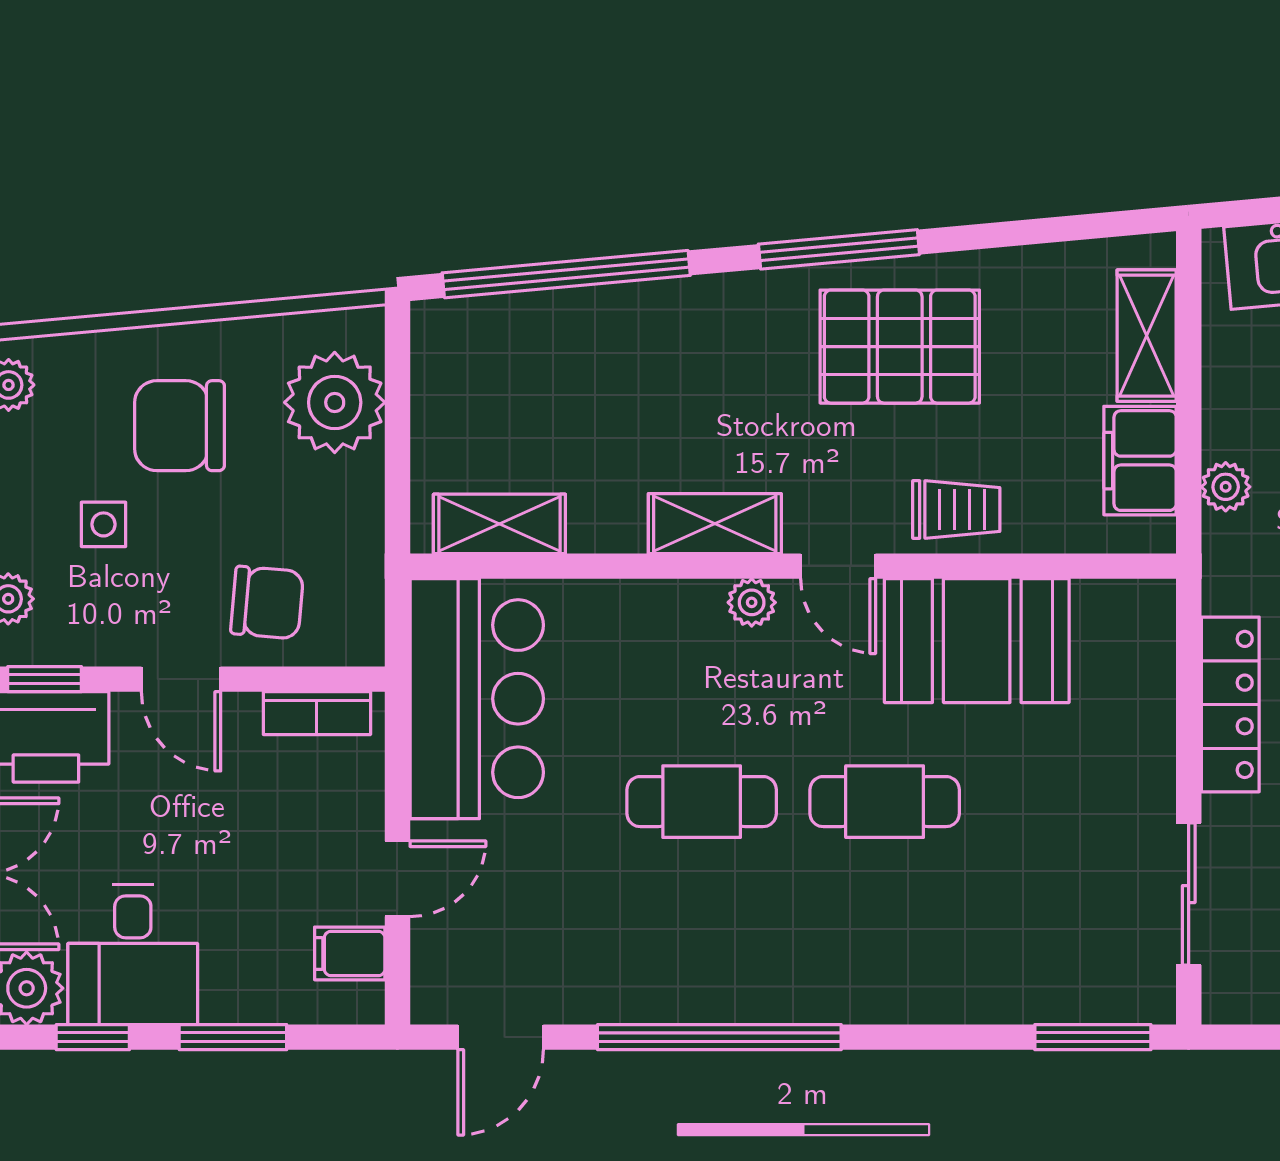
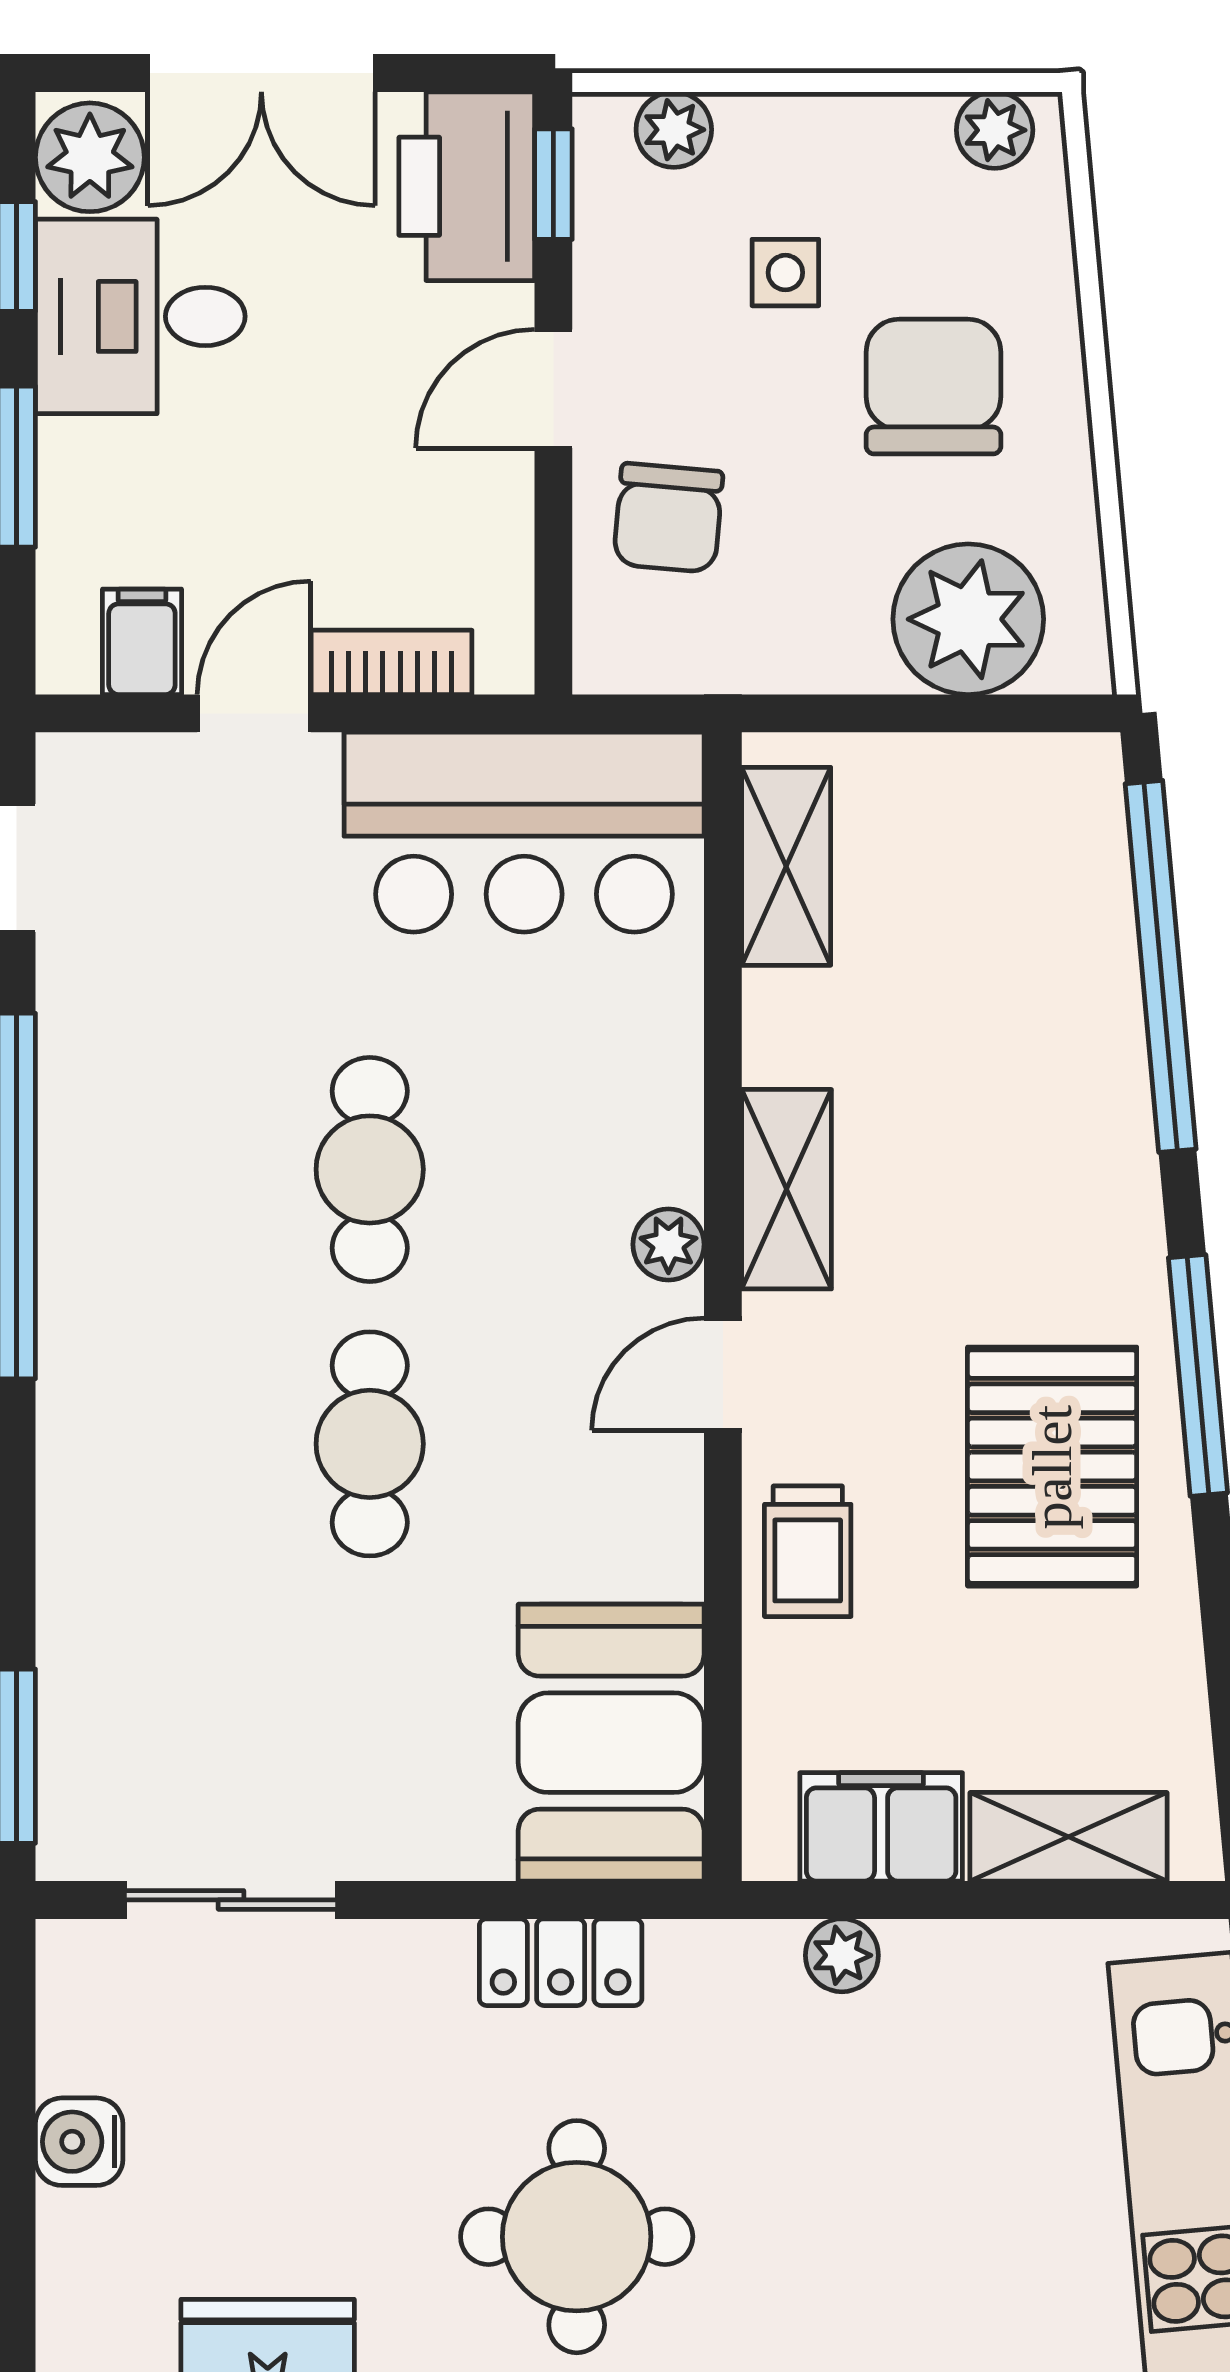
booth: (977, 641) -> (611, 1743), moved
locker: (1230, 704) -> (561, 1962), width x0.66
bookcase: (317, 713) -> (392, 662), moved, turned 90
door: (397, 879) -> (254, 713), swing flipped

